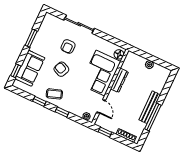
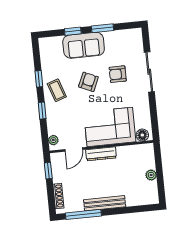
sofa: (30, 68) -> (84, 45), moved
window: (16, 71) -> (73, 31), moved
dresser: (119, 80) -> (101, 154), moved
window: (153, 117) -> (83, 214), moved

